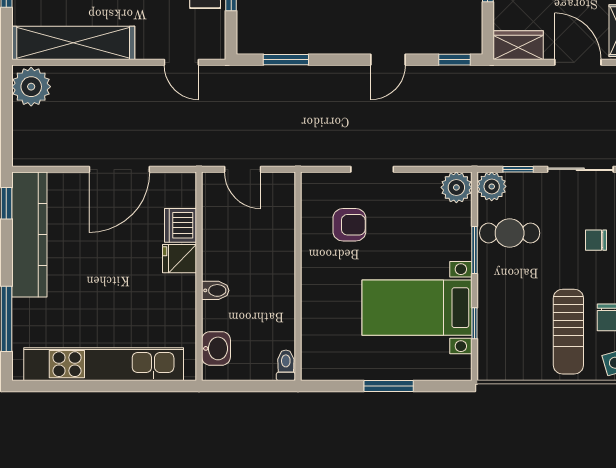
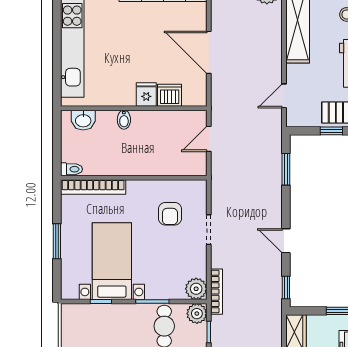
bookcase: (460, 158) -> (217, 292), added
bookcase: (311, 334) -> (93, 187), added

